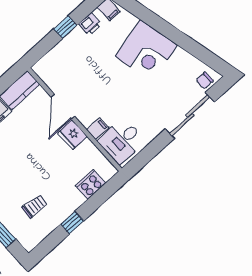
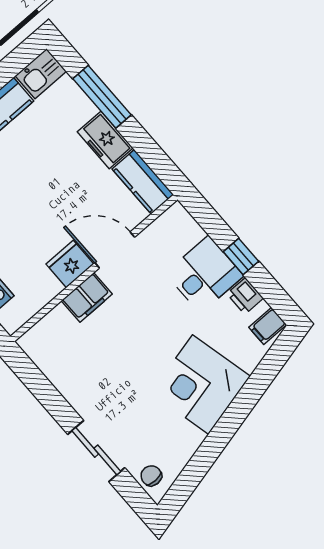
sliding door: (190, 115) -> (96, 451), width x0.73
filing cabinet: (98, 129) -> (87, 297), width x2.00
desk: (122, 141) -> (204, 274), moved, turned 90

